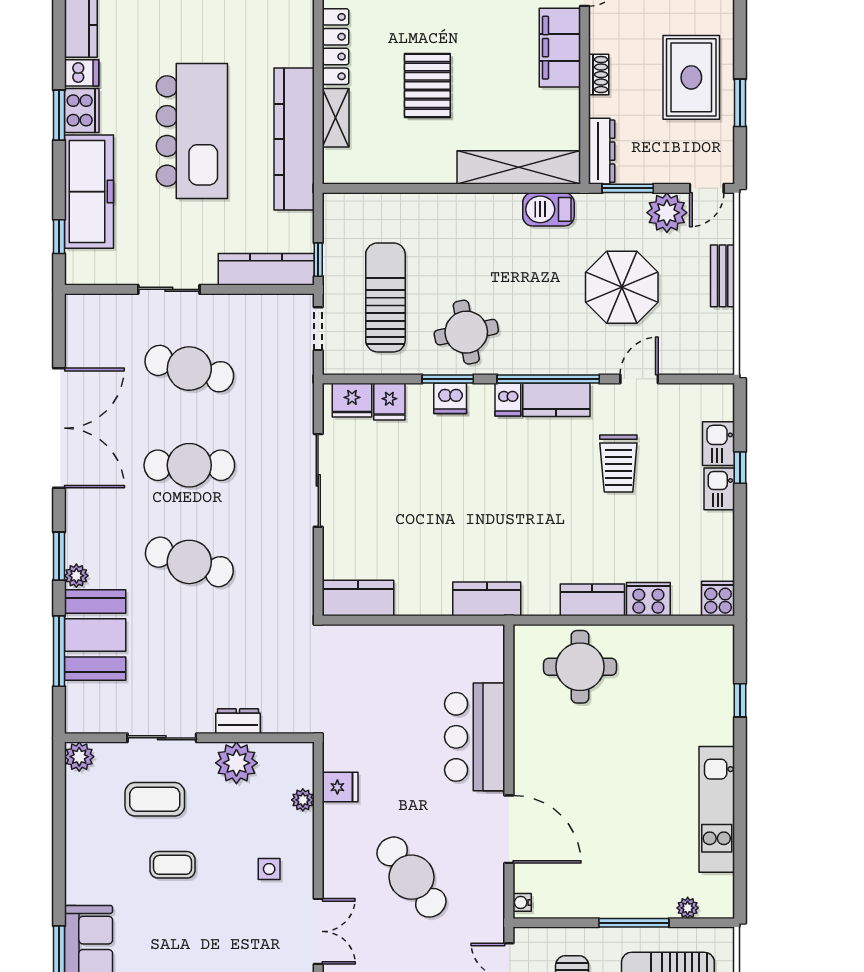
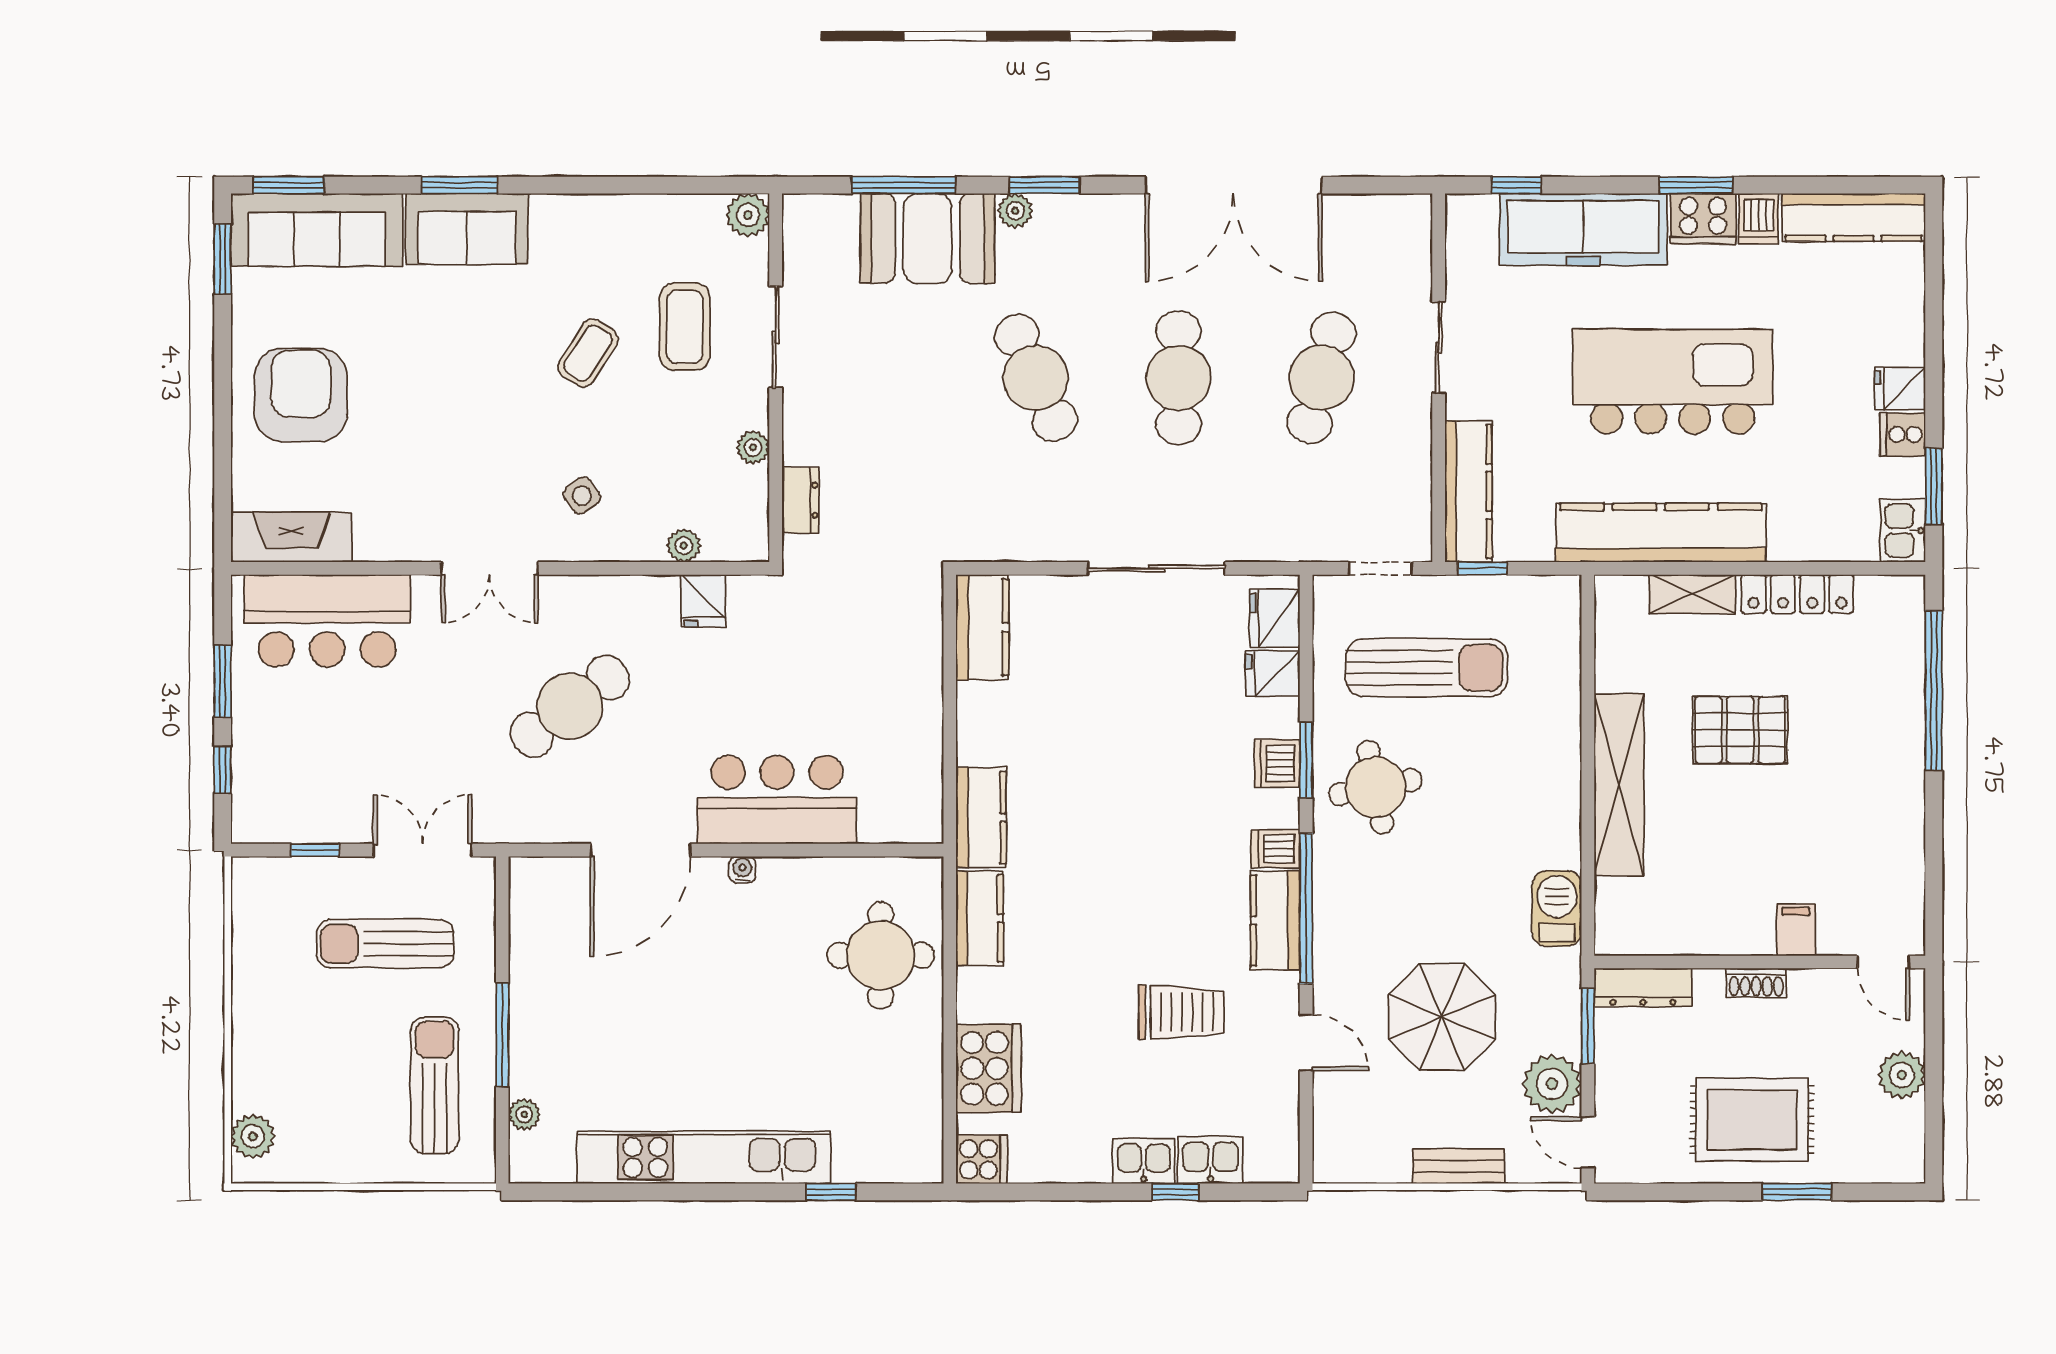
filing cabinet: (560, 48) -> (1796, 930), width x0.33, depth x0.86
window: (740, 103) -> (1797, 1192), moved
kitchen island: (192, 131) -> (1673, 382), turned 180
shelving: (519, 167) -> (1619, 785), moved
trolley: (618, 463) -> (1181, 1012), turned 180
cafe table: (189, 562) -> (1036, 378), turned -42
cooker: (648, 599) -> (988, 1068), width x1.37, depth x1.31
kitchen counter: (592, 600) -> (980, 918), moved
dresser: (238, 721) -> (800, 500), moved
plant: (236, 763) -> (753, 447), width x0.53, depth x0.53
kitchen unit: (717, 809) -> (704, 1157), width x1.36
coffee table: (173, 865) -> (588, 353), turned 33
side table: (269, 869) -> (582, 496), turned -36
water cooler: (522, 902) -> (742, 870), moved

